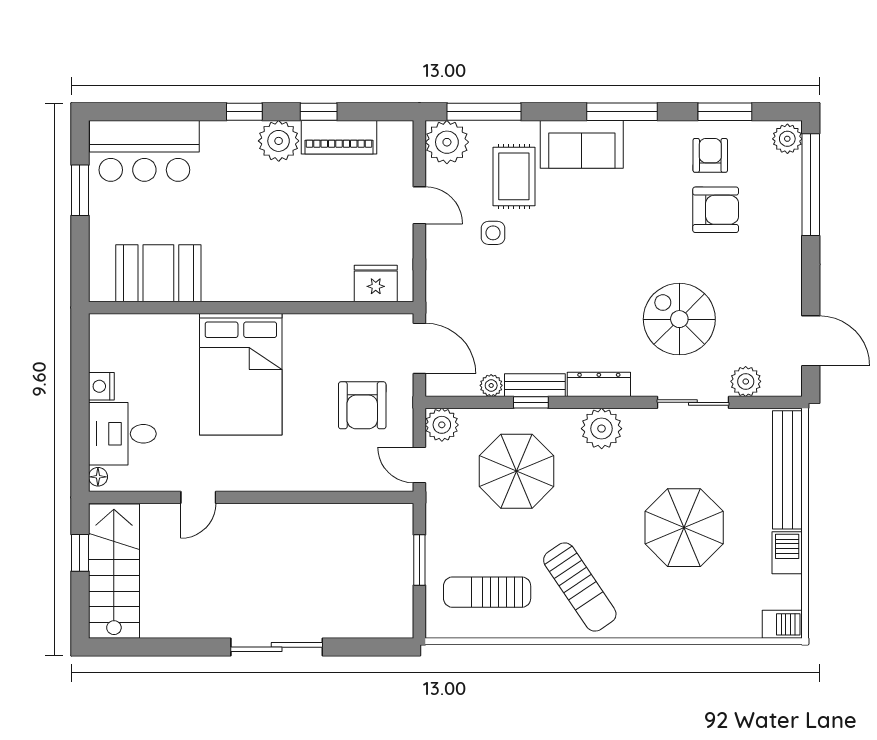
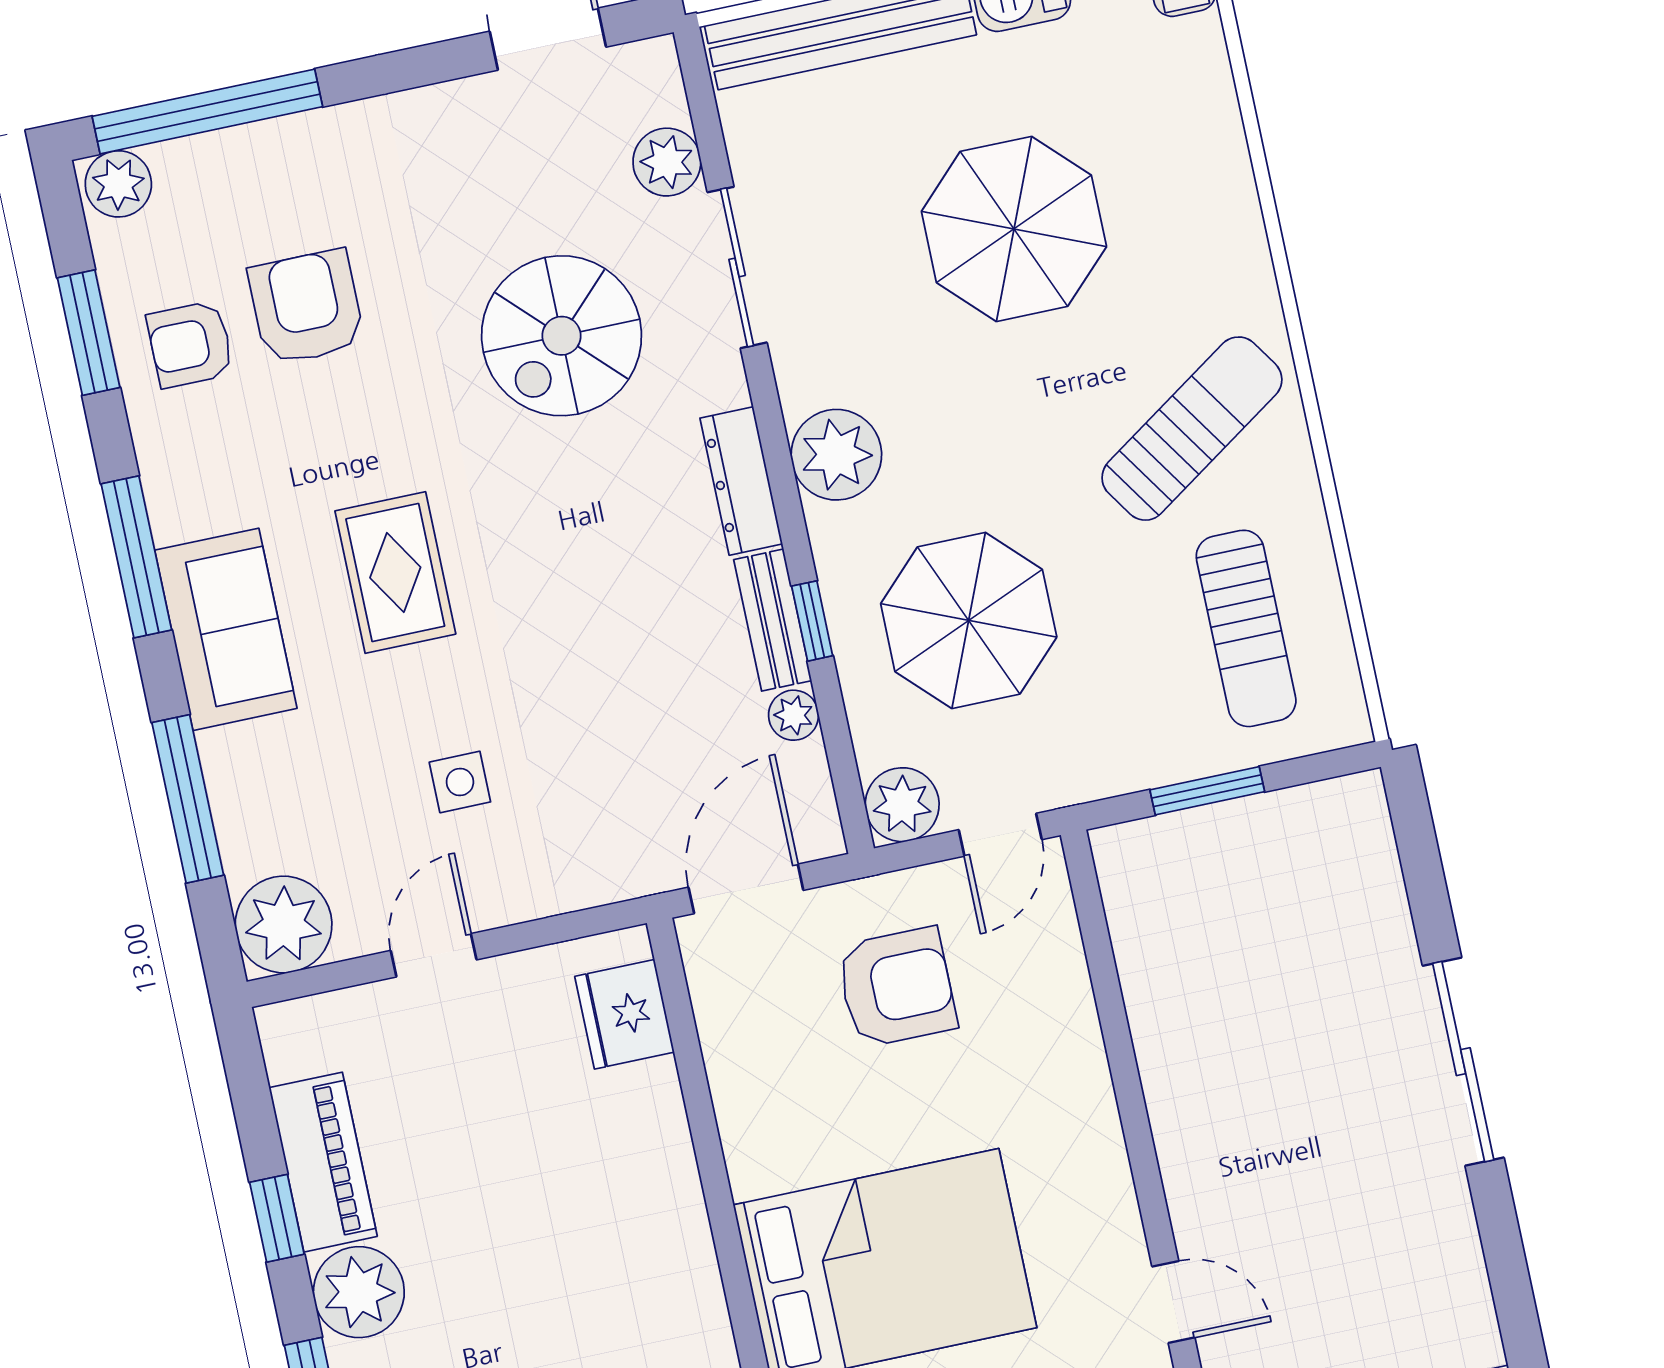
window: (484, 112) -> (188, 799), moved
rug: (514, 176) -> (395, 572), moved, turned 90

